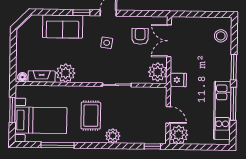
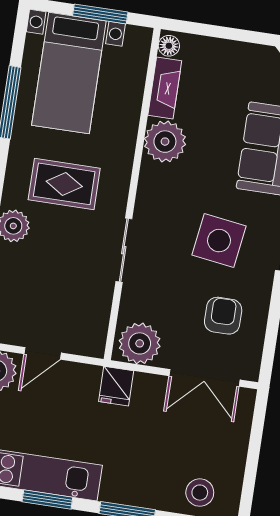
armchair: (140, 36) -> (223, 316), turned -90
double door: (169, 41) -> (205, 378), swing flipped
side table: (107, 43) -> (219, 241), width x1.87, depth x1.87
window: (233, 104) -> (47, 500), width x0.69

